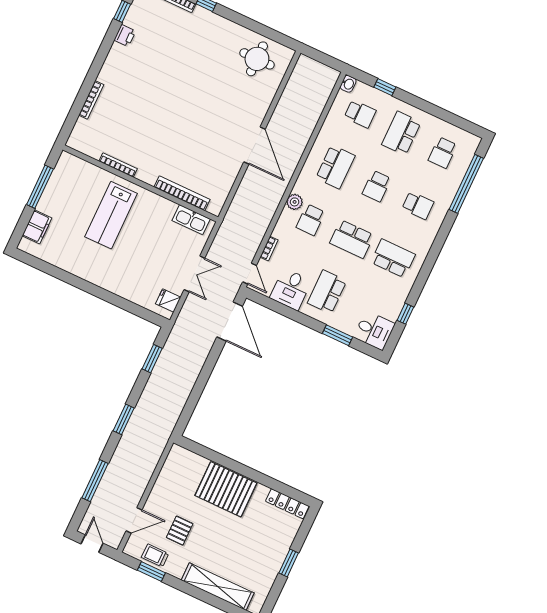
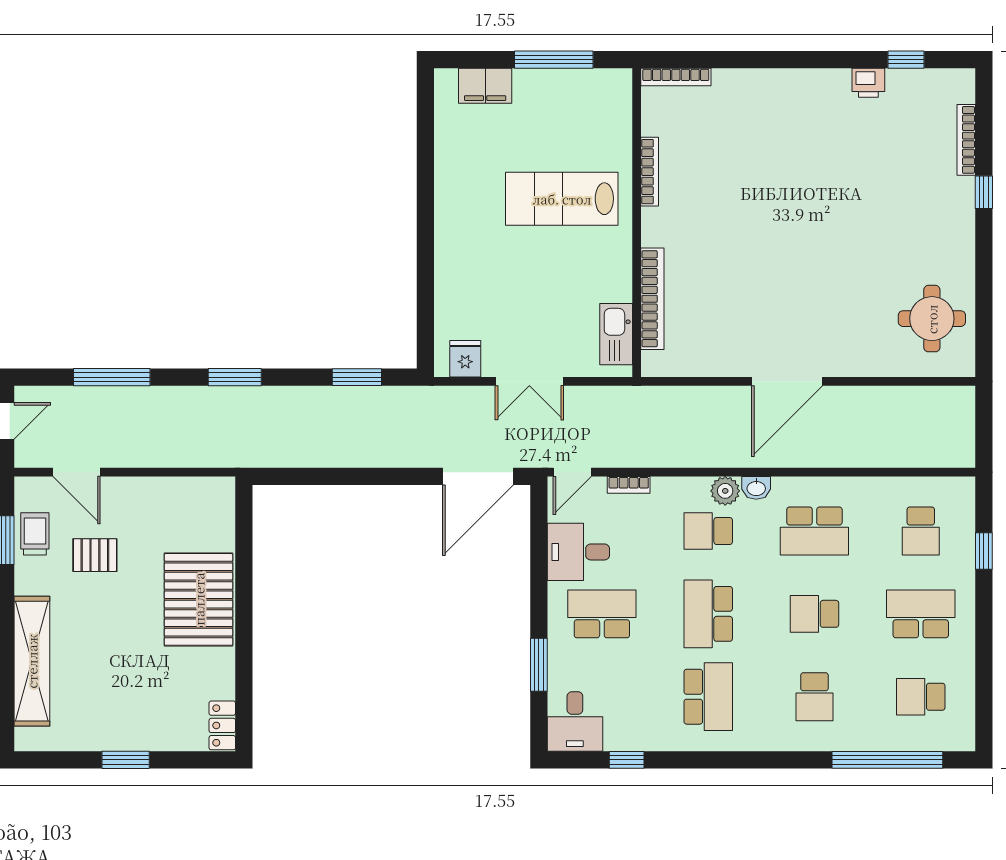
washbasin: (348, 84) -> (756, 488), moved
bookcase: (91, 100) -> (676, 77), moved
locker: (287, 504) -> (222, 725), width x0.66

